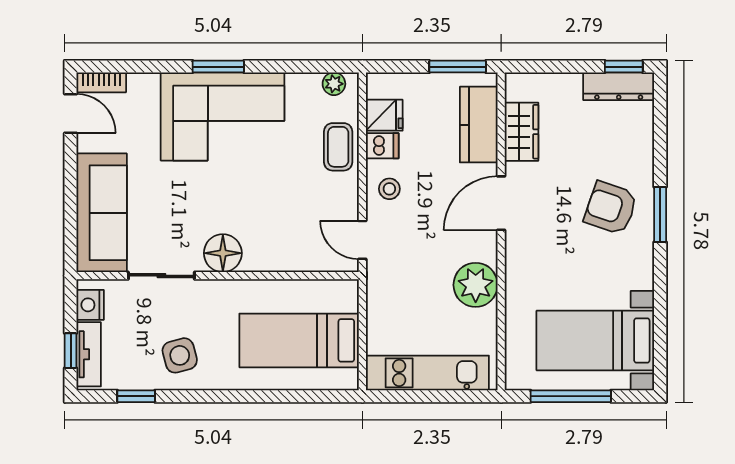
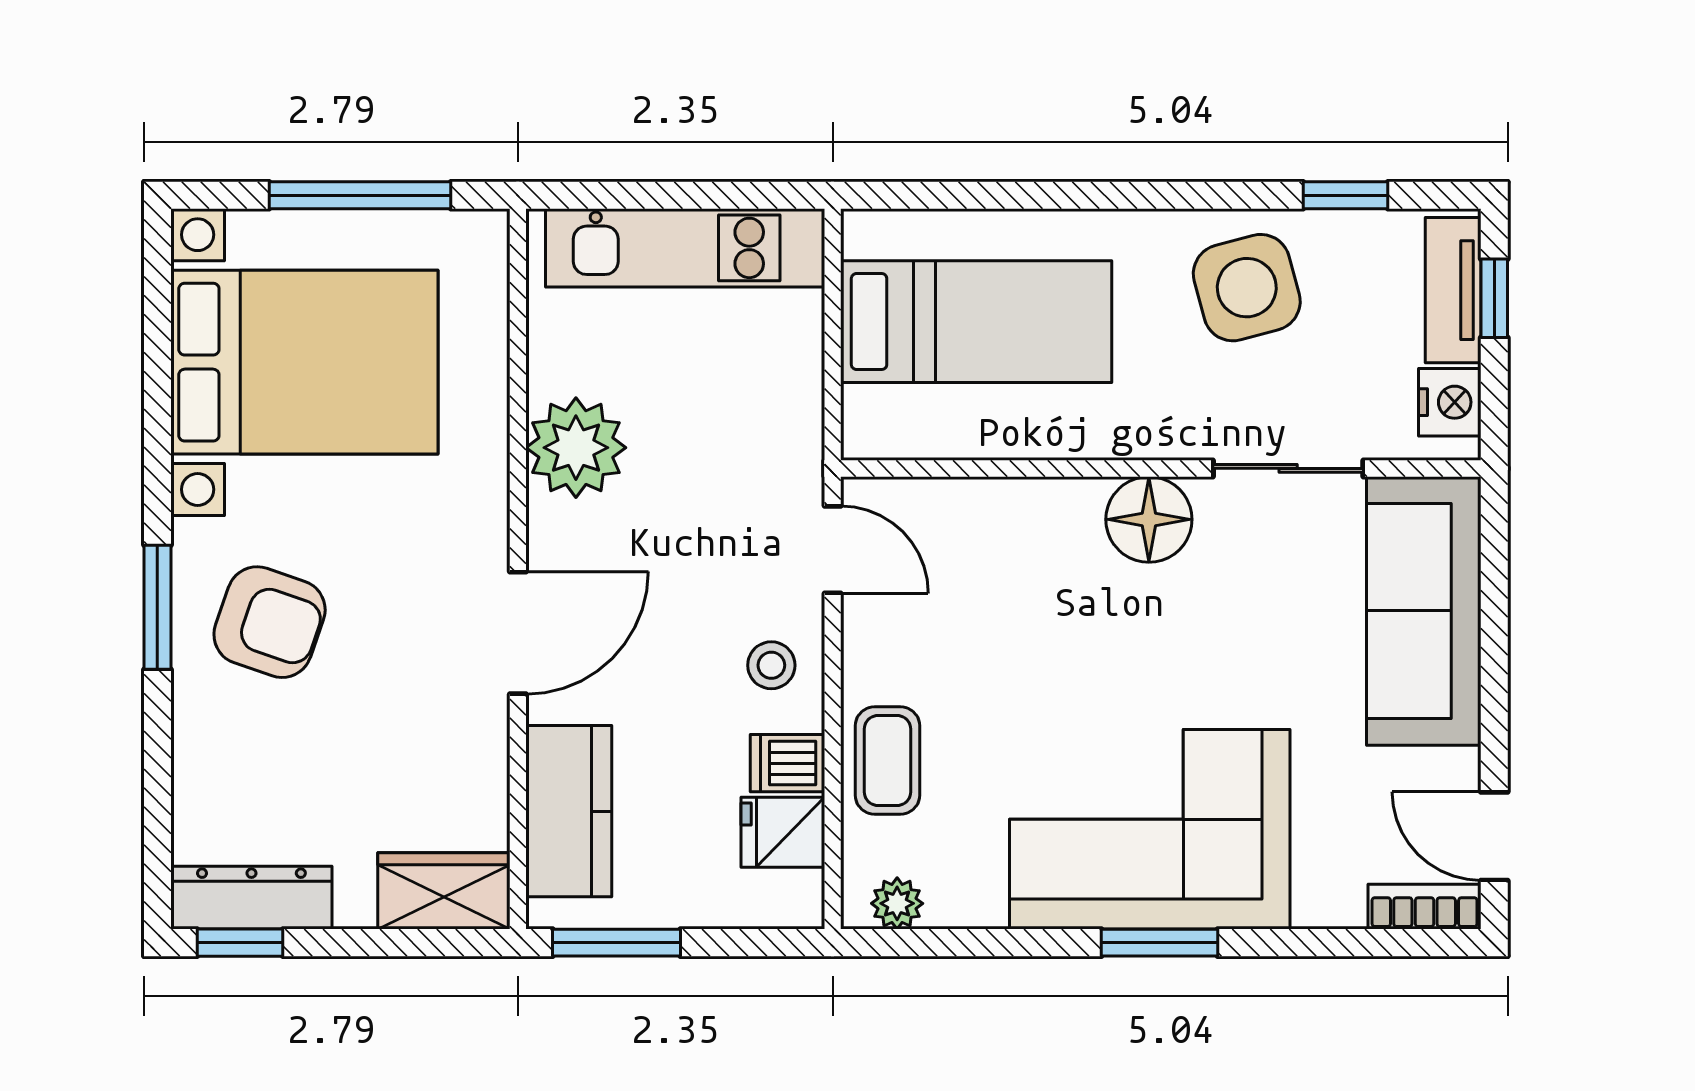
wardrobe: (522, 132) -> (444, 891), moved, turned 90
bed with nightstands: (595, 341) -> (304, 362), width x1.36
side table: (180, 355) -> (1247, 288), width x1.37, depth x1.37

